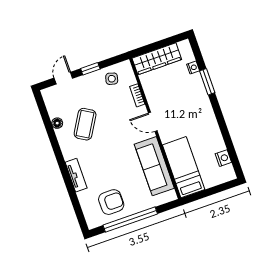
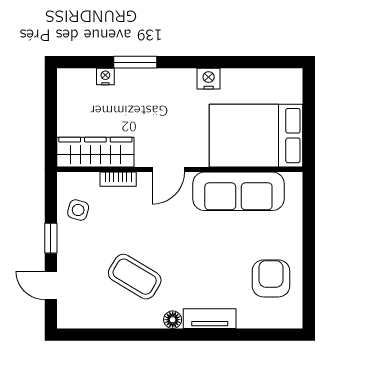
wardrobe: (157, 59) -> (95, 152), moved, turned -90
floor lamp: (57, 123) -> (173, 320), moved
nightstand: (223, 158) -> (209, 79), moved
bed: (184, 167) -> (256, 136), width x1.50
window: (130, 220) -> (309, 258), removed

